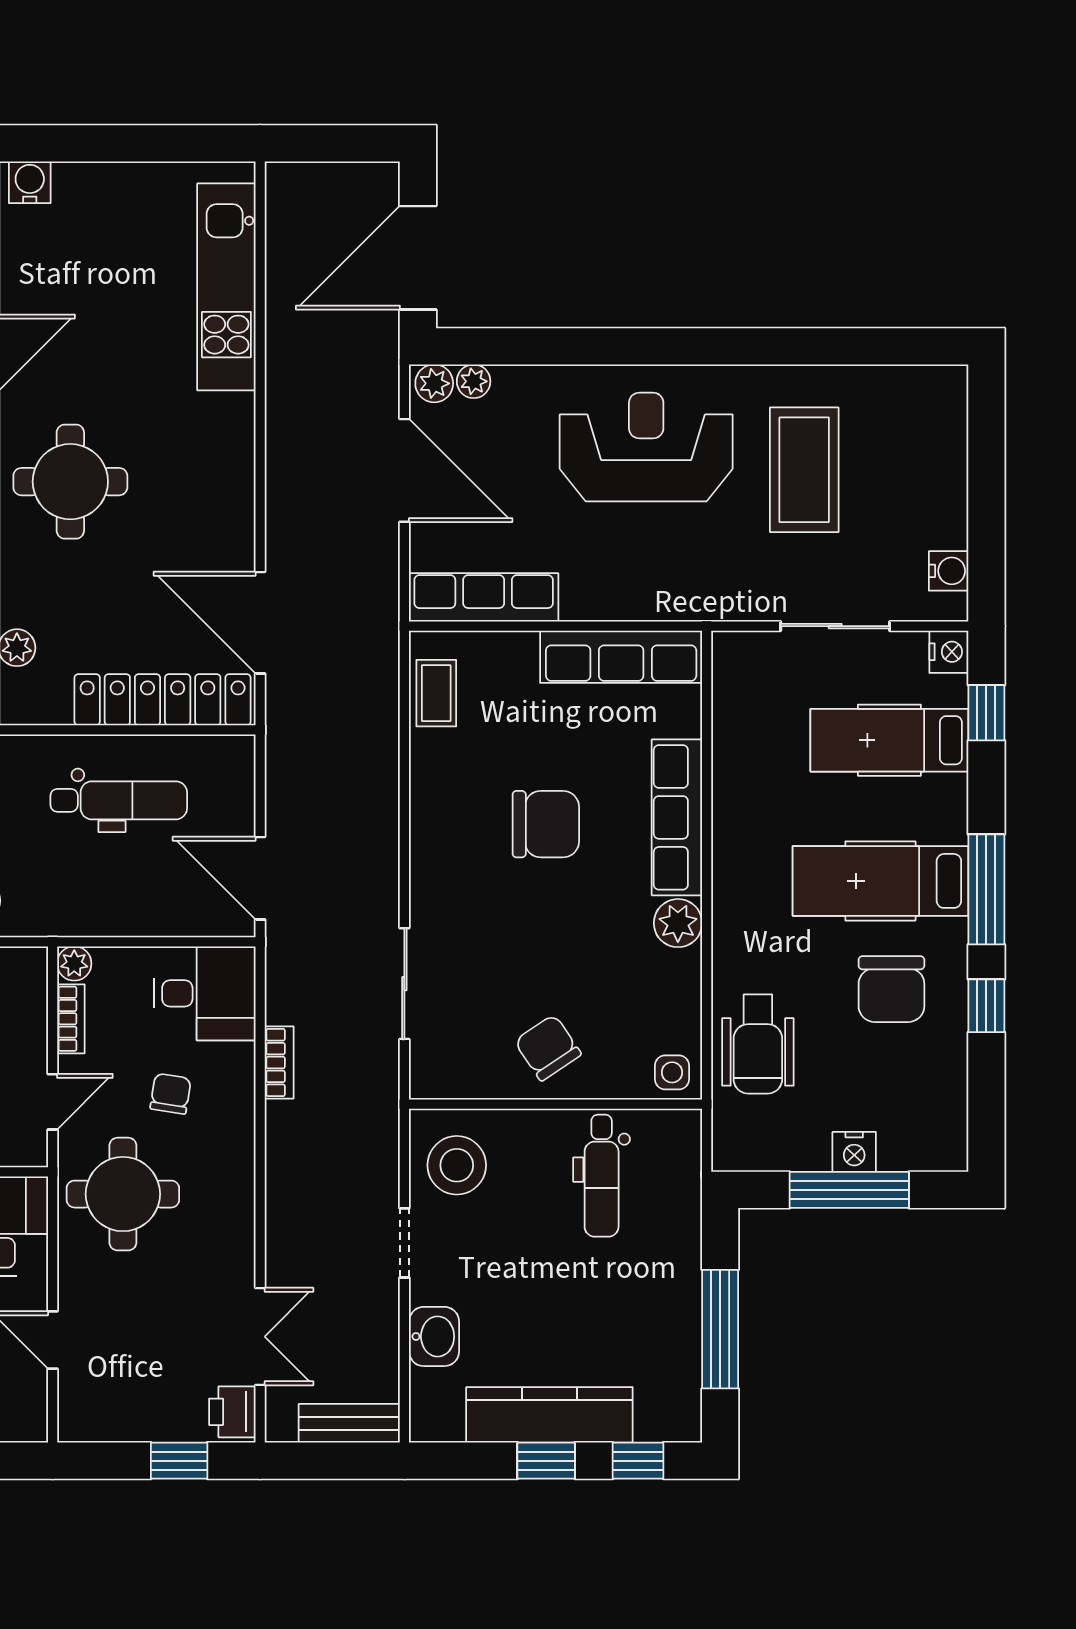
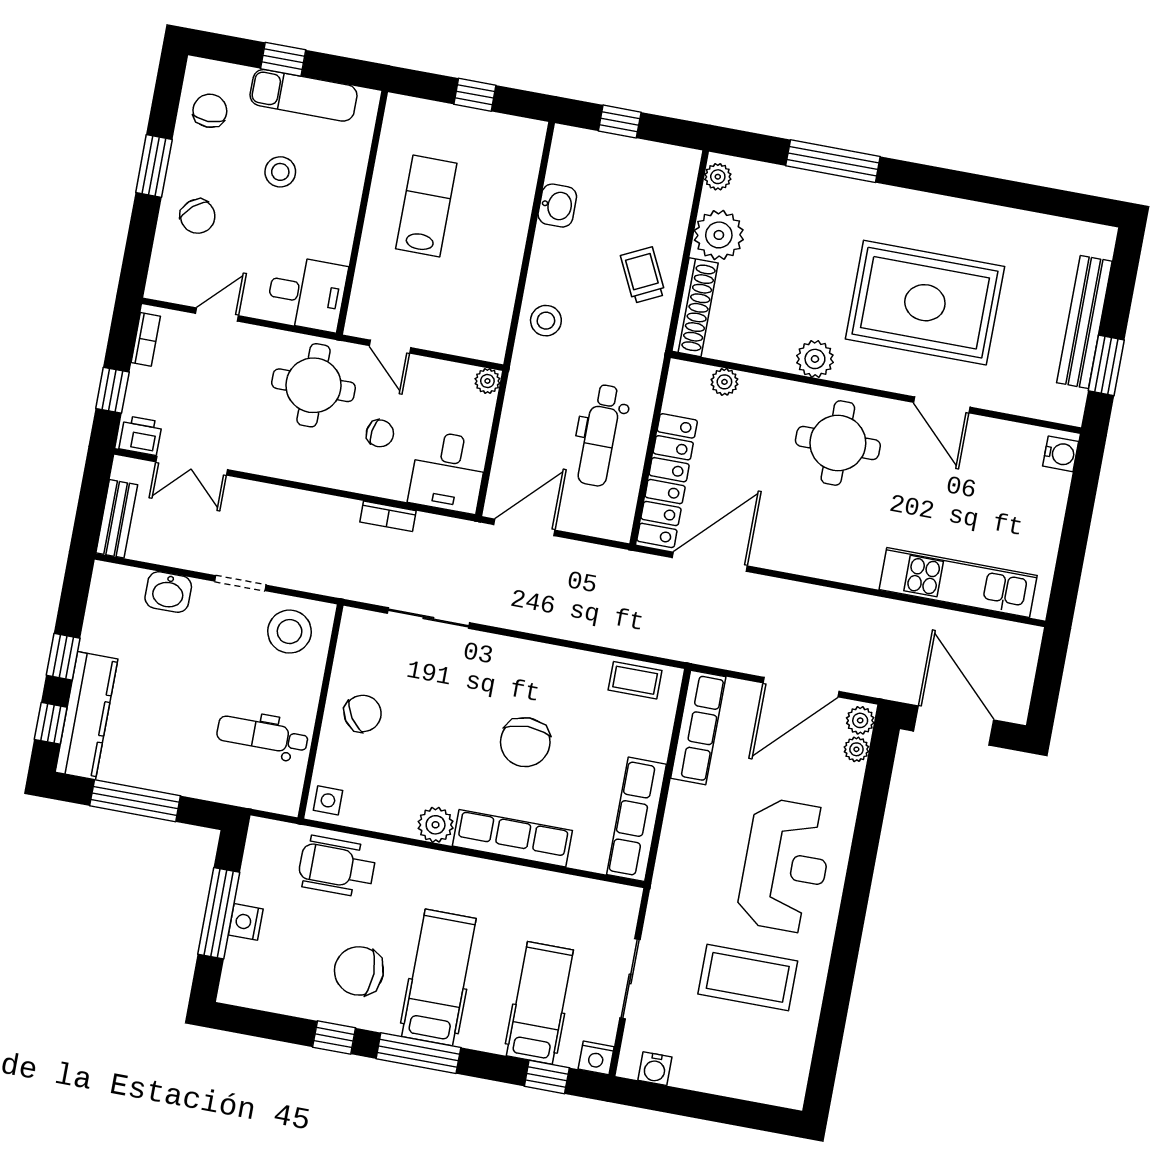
bookcase: (71, 1019) -> (146, 339), moved, turned -90
kitchen counter: (549, 1415) -> (87, 716), moved

